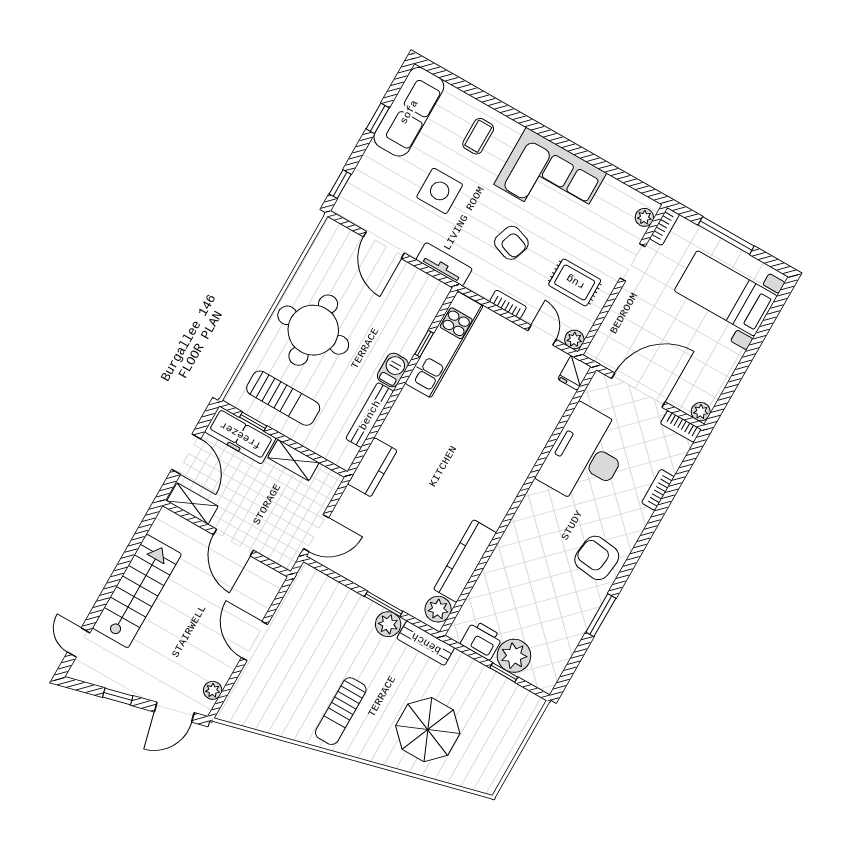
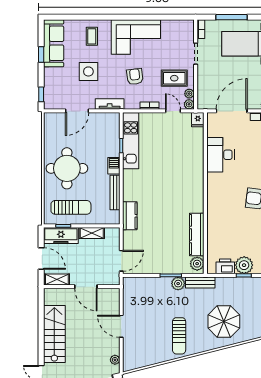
plant: (644, 217) -> (189, 94), moved
armchair: (511, 243) -> (135, 77), turned -116
door: (384, 245) -> (77, 111), hinge flipped
desk: (586, 456) -> (221, 155), width x0.73, depth x0.77

